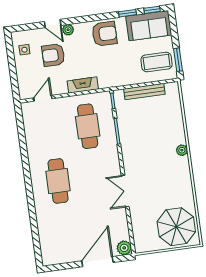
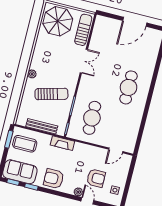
fireplace: (83, 85) -> (62, 143), moved
sun lounger: (148, 135) -> (51, 94), added
sun lounger: (141, 229) -> (83, 30), added
plant: (124, 248) -> (101, 21), removed
door: (98, 262) -> (135, 22), moved

